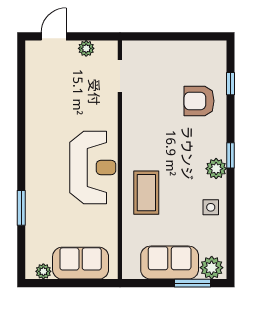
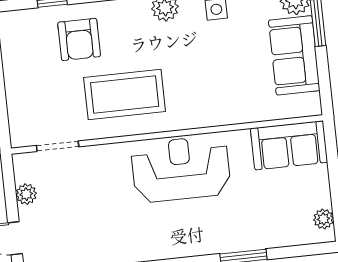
coffee table: (146, 193) -> (125, 94), moved, width x1.36, depth x1.32
sofa: (81, 263) -> (289, 145), moved, turned -90

